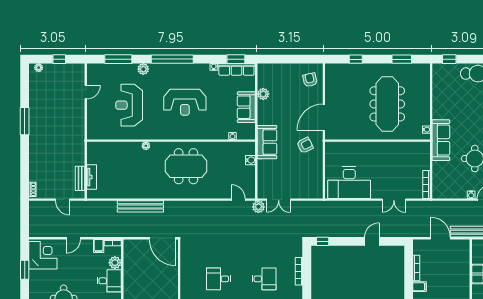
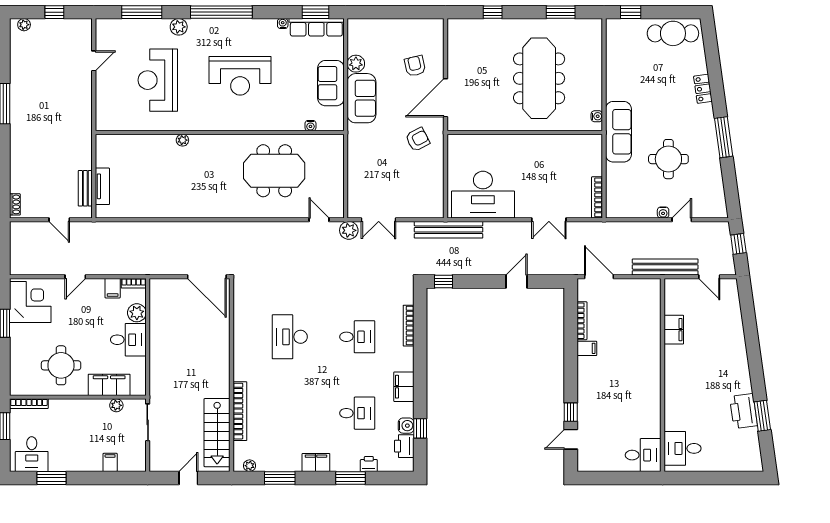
armchair: (310, 80) -> (415, 66), moved
sofa: (267, 142) -> (362, 98), moved
water cooler: (250, 160) -> (337, 161), removed
meeting table: (186, 166) -> (274, 171), moved
bench: (140, 206) -> (449, 230), moved
door: (440, 238) -> (599, 277), moved
desk: (218, 279) -> (290, 337), width x1.37

